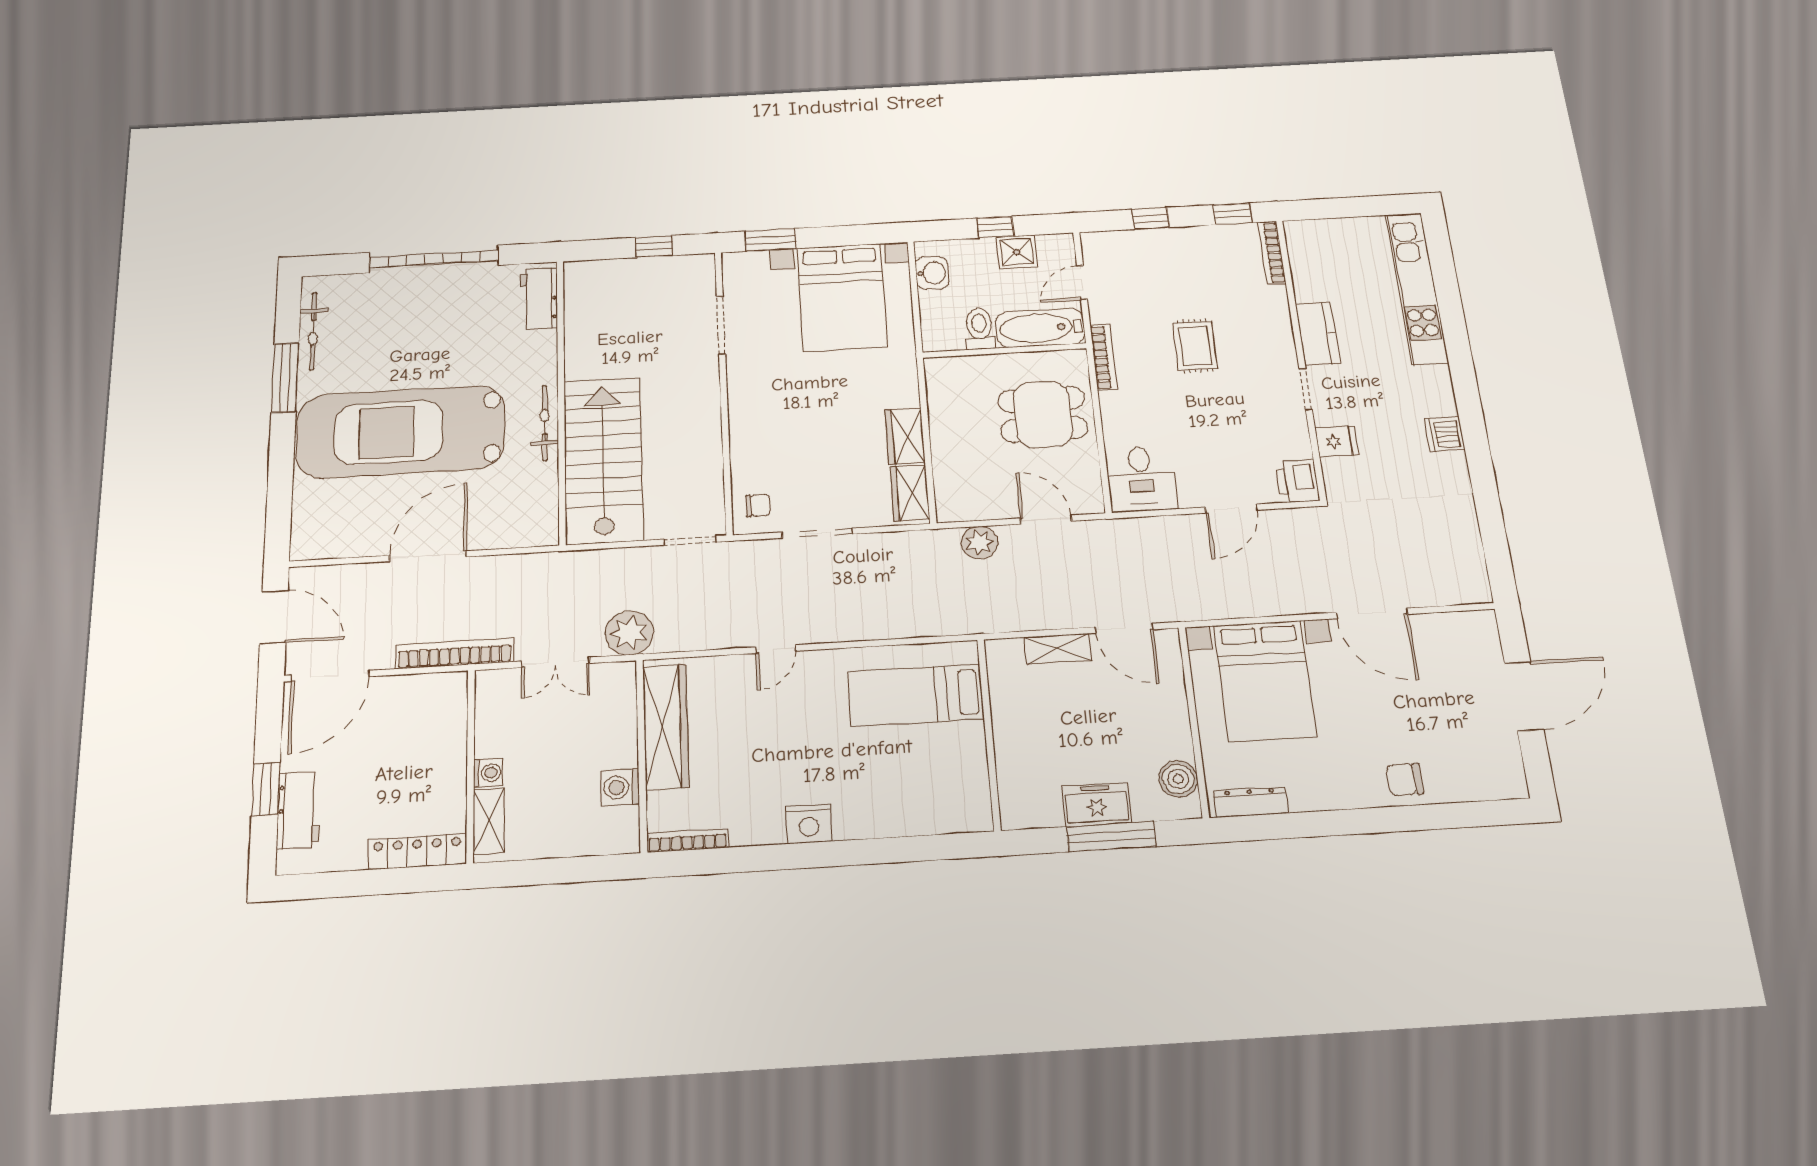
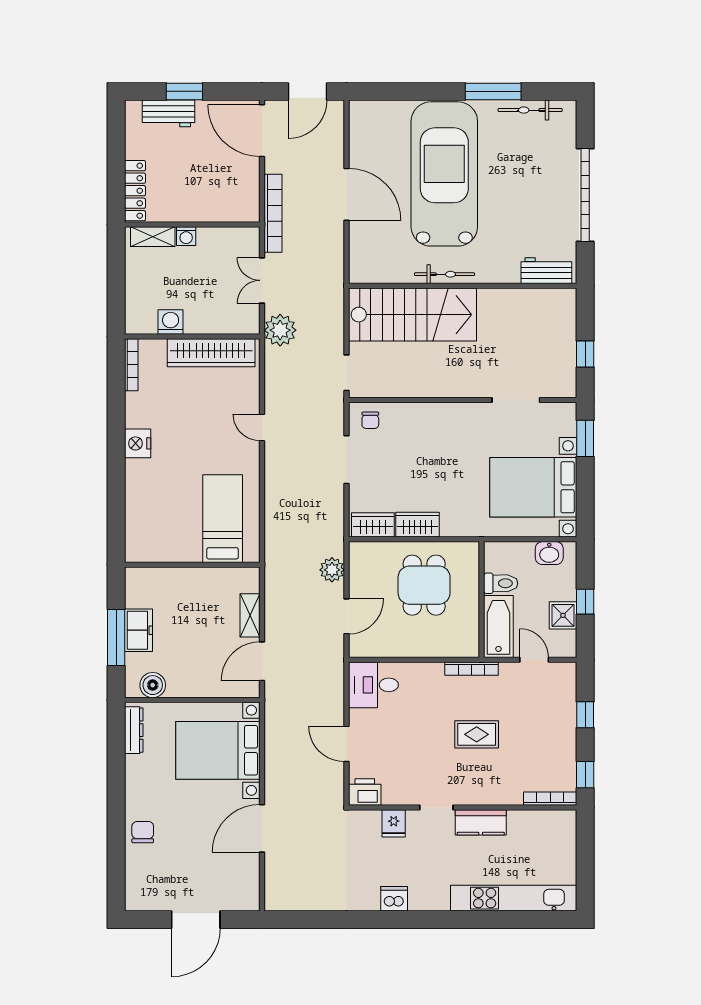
dining table: (1043, 414) -> (424, 585), moved
door: (1524, 696) -> (196, 920), hinge flipped

